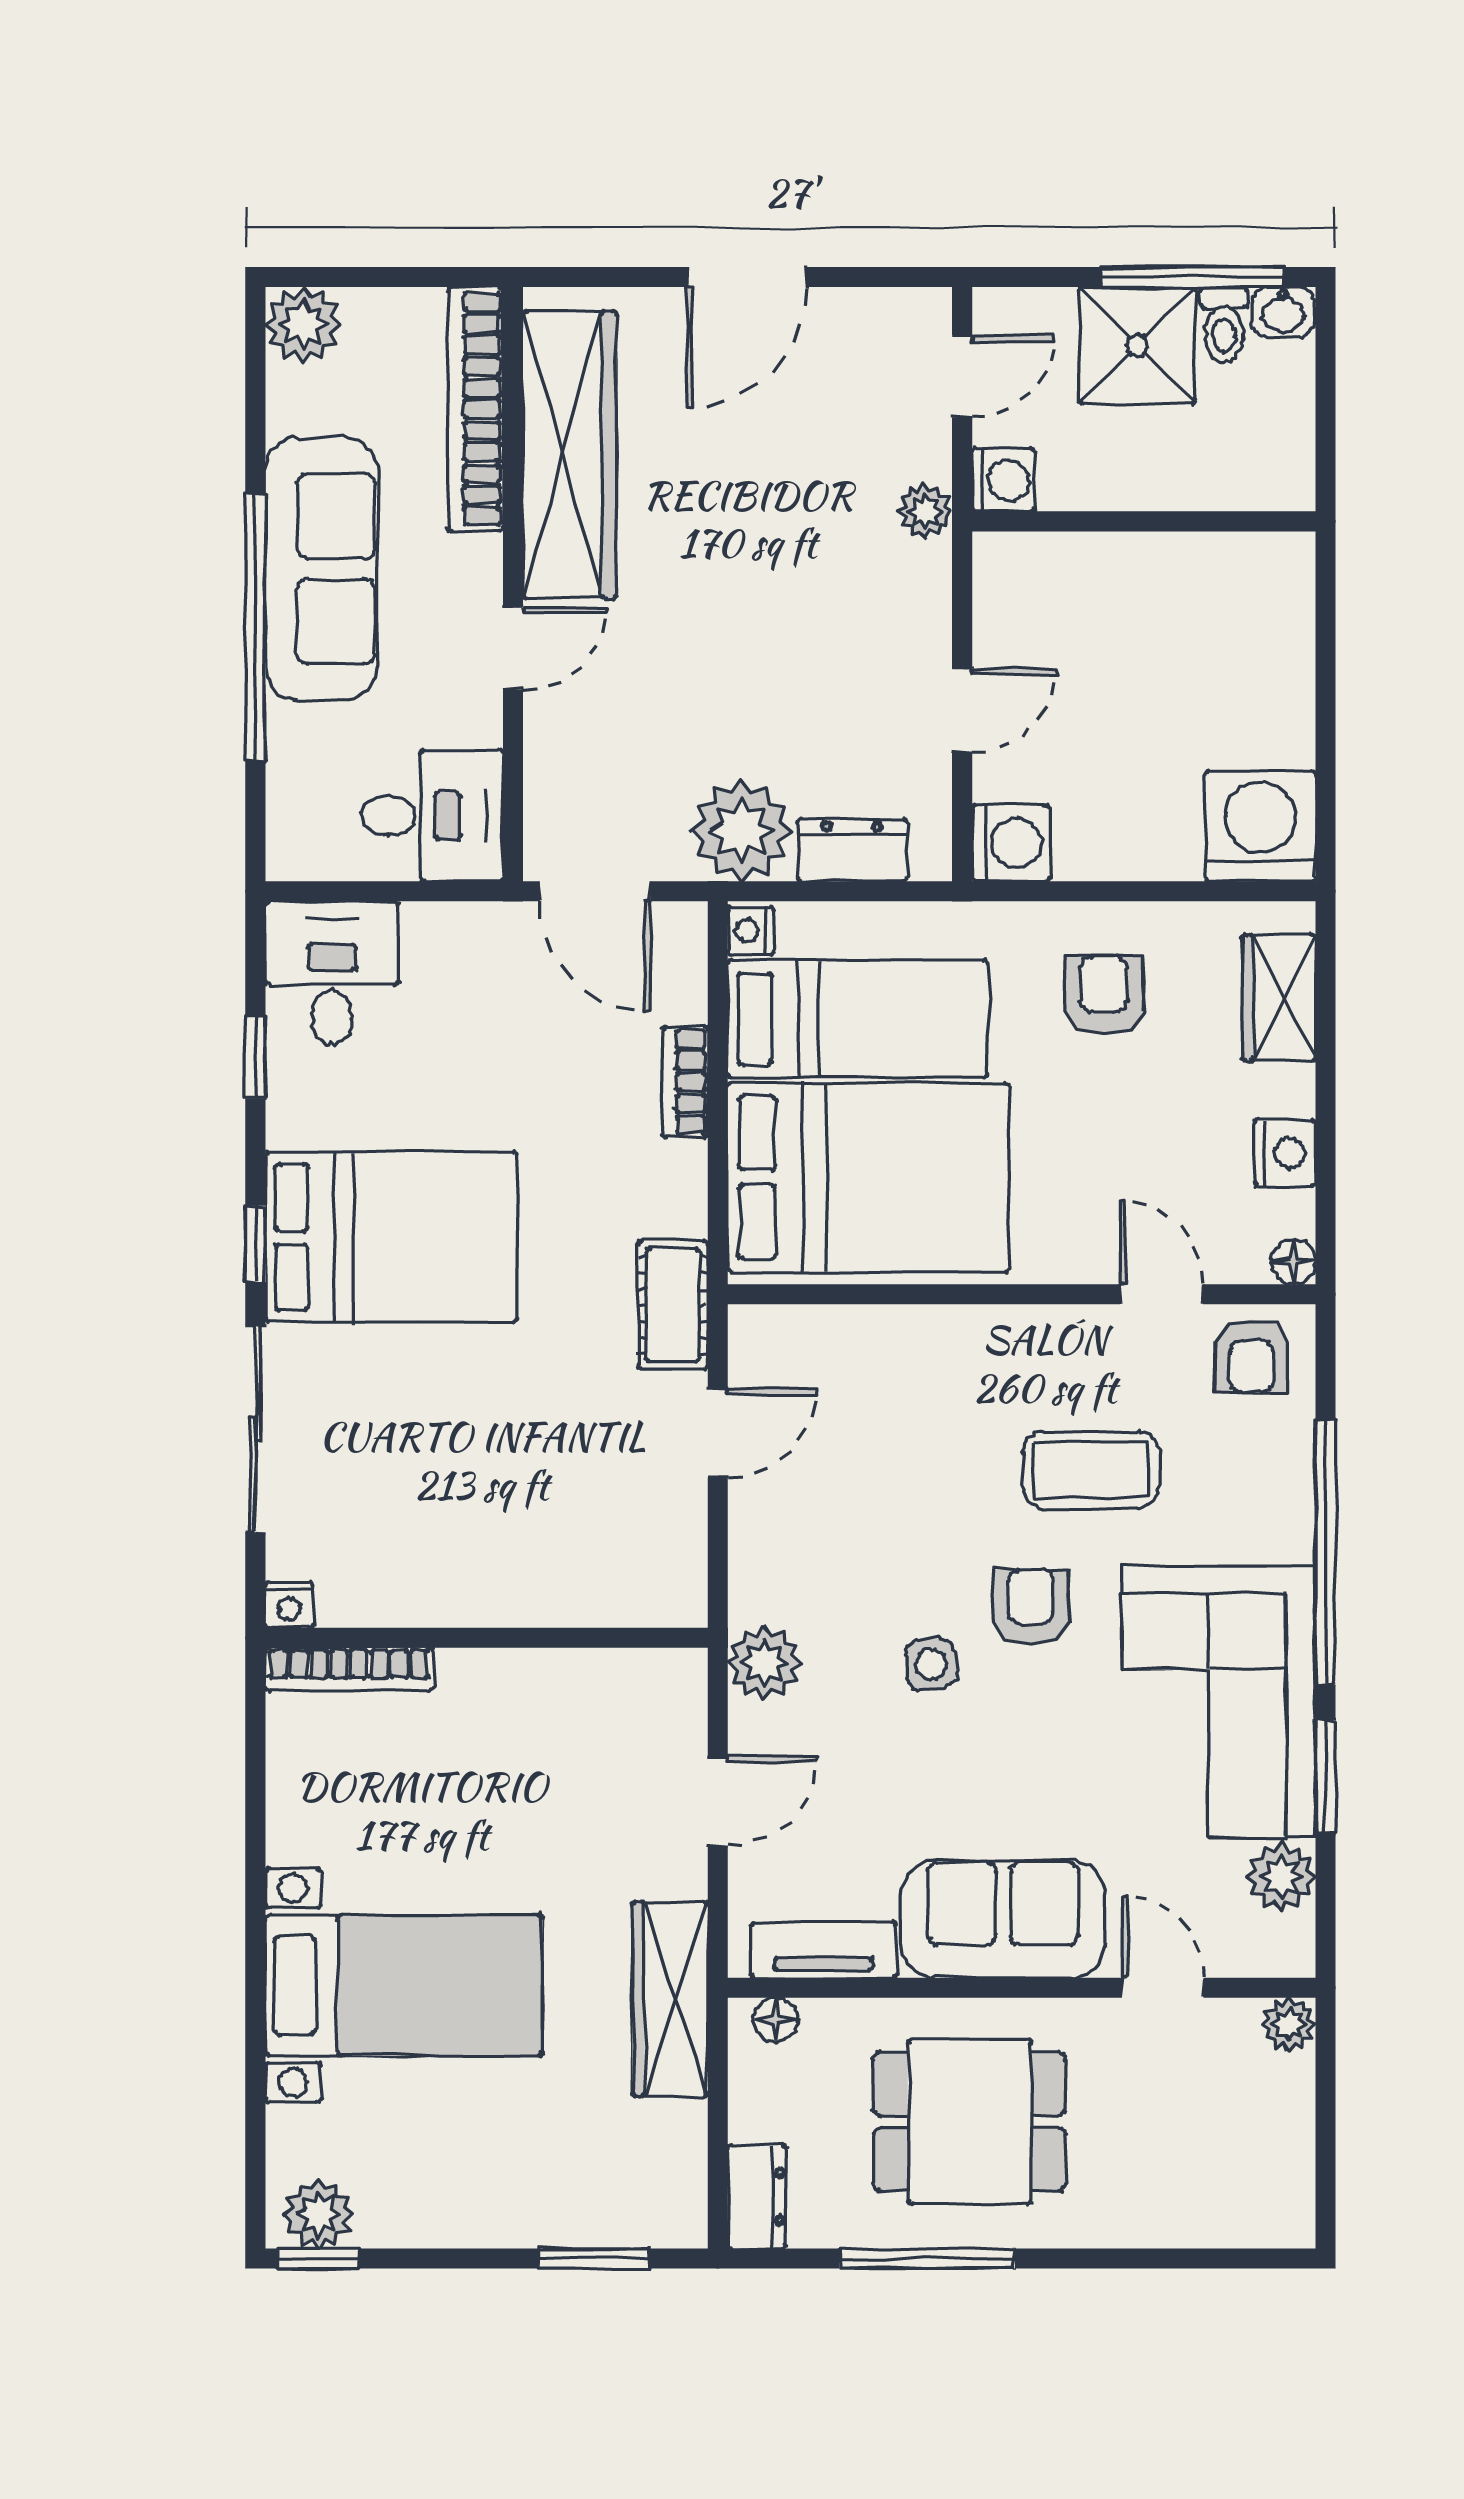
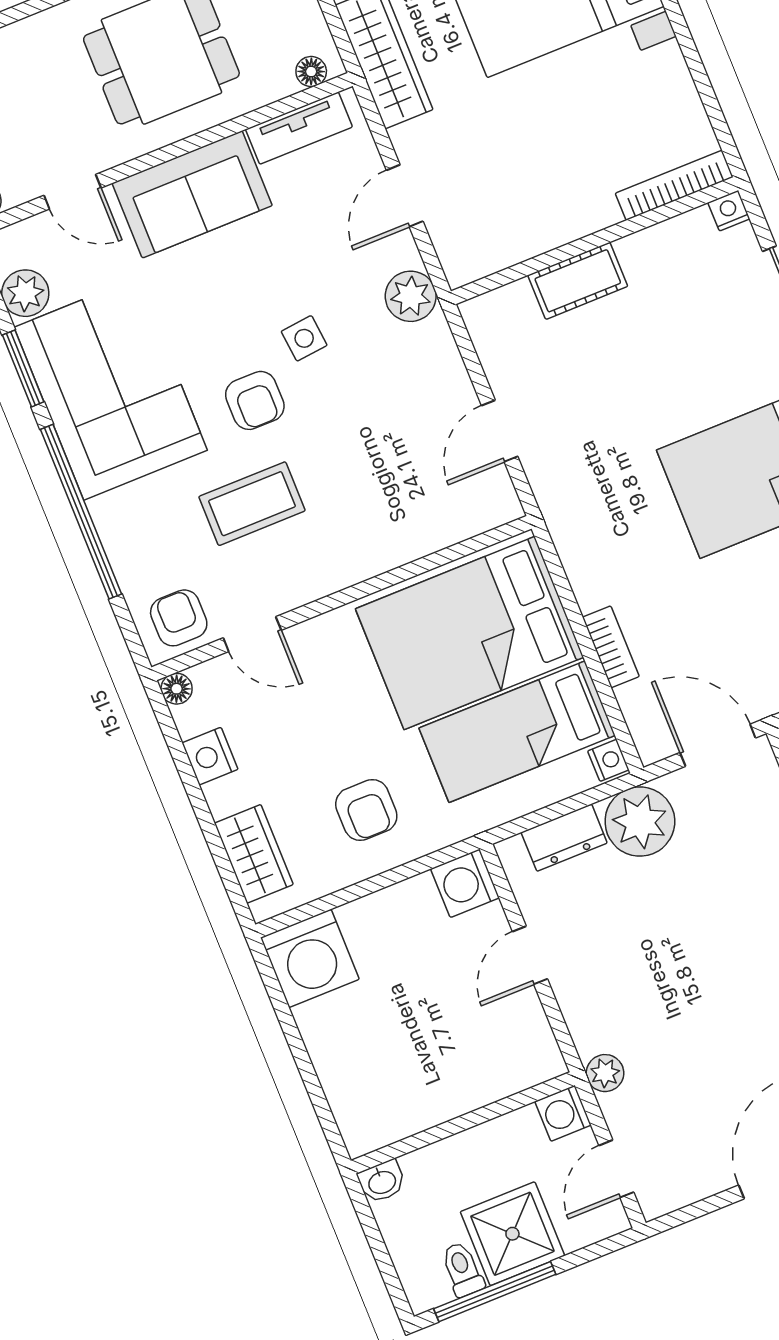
washbasin: (1283, 312) -> (382, 1181), moved, turned 180
cot: (673, 1305) -> (578, 281), moved, turned 90

